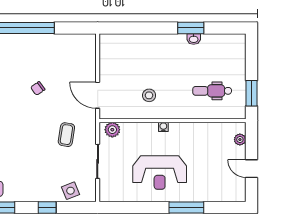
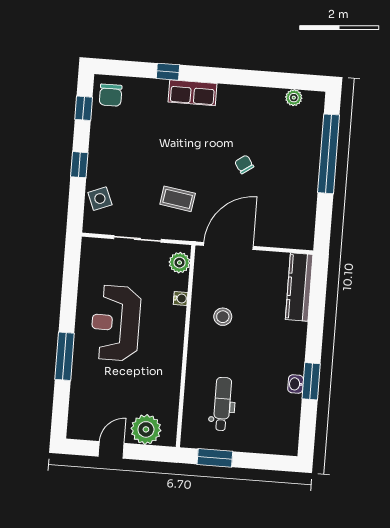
kitchen counter: (123, 42) -> (299, 287), added
door: (98, 95) -> (228, 246), width x1.36
water cooler: (163, 127) -> (181, 298), moved
plant: (240, 140) -> (146, 429), width x1.87, depth x1.87

